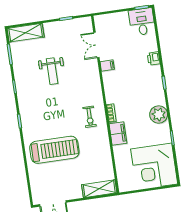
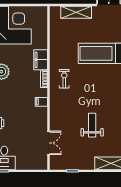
filing cabinet: (107, 66) -> (41, 102), moved
shelving: (99, 189) -> (76, 12), moved

